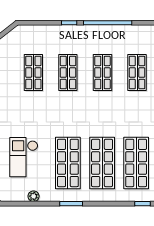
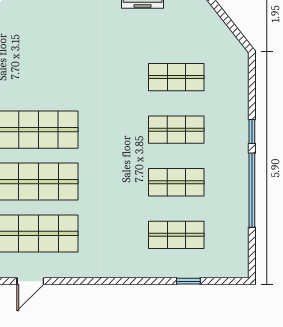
checkout: (24, 157) -> (47, 62), removed

